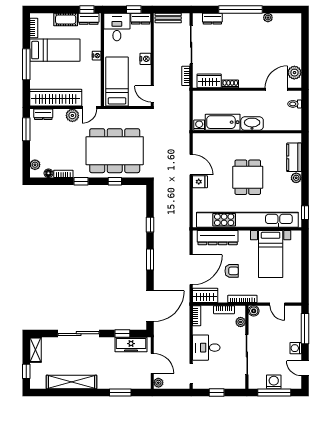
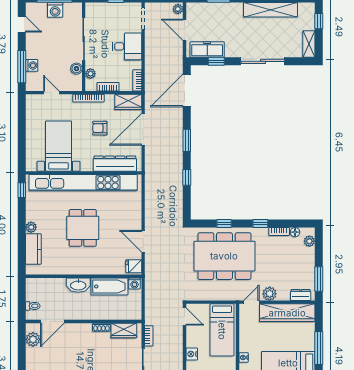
fridge: (200, 182) -> (134, 266), moved
boiler: (254, 311) -> (76, 69), moved
washing machine: (296, 348) -> (32, 65), moved

